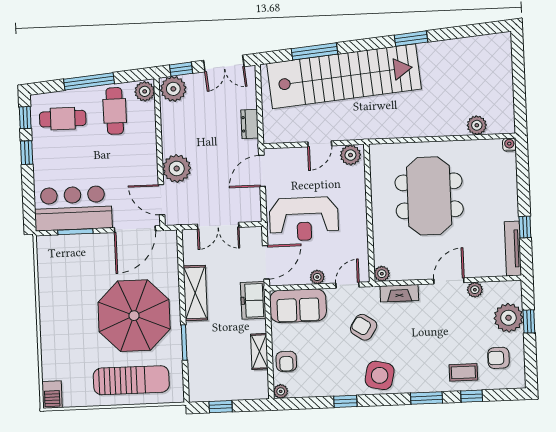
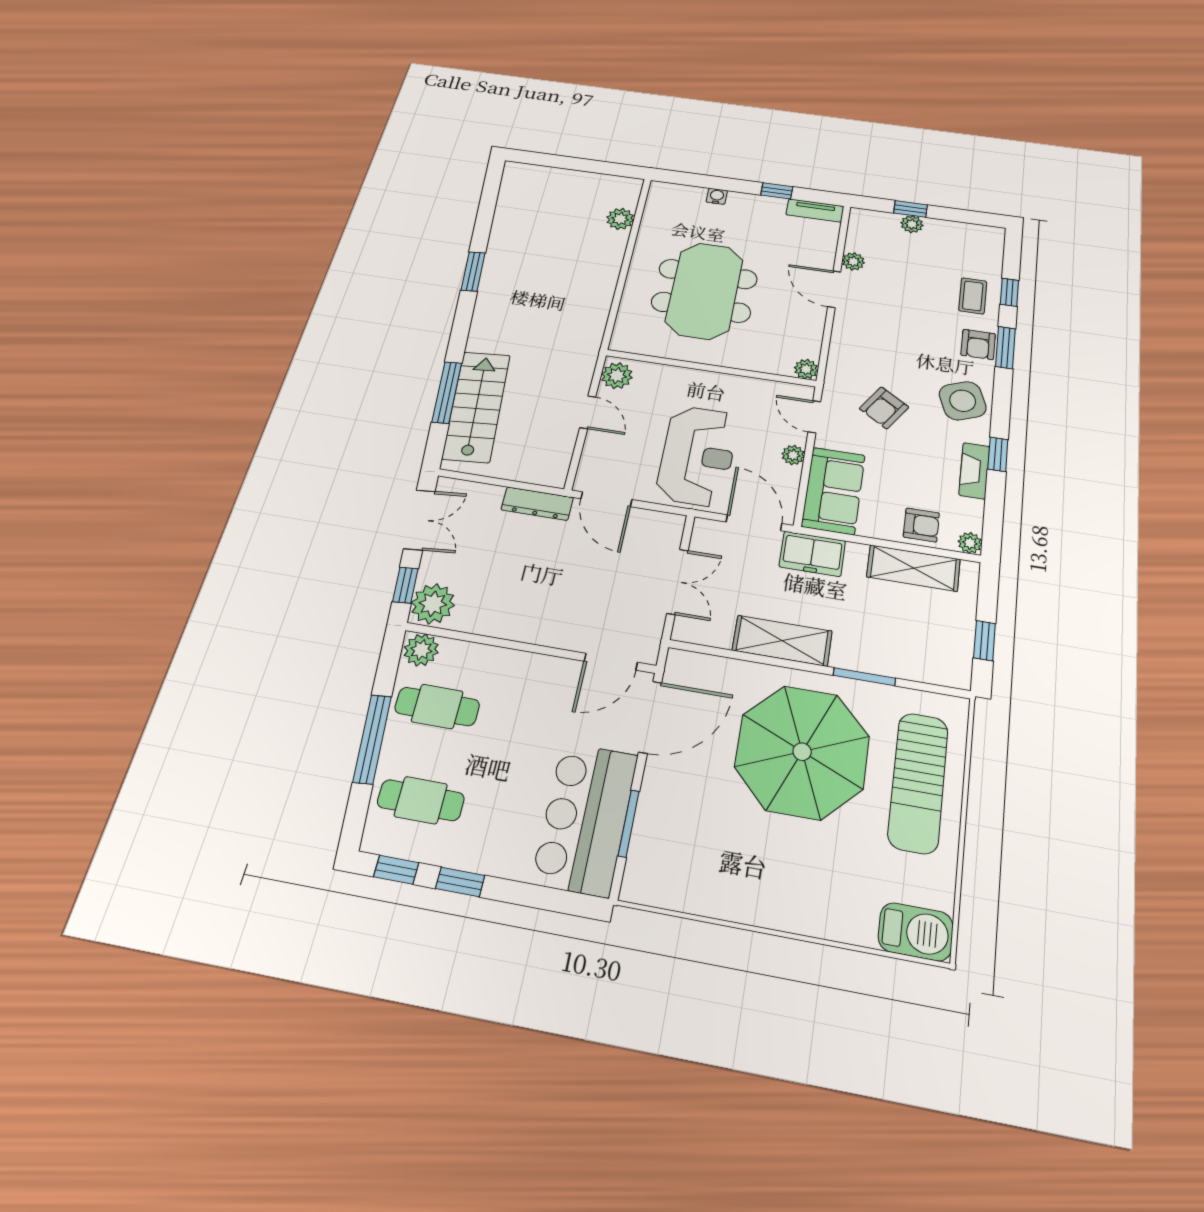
stairs: (344, 76) -> (476, 406), width x0.54, depth x0.66
cafe table: (63, 119) -> (421, 800), turned 90
dresser: (250, 124) -> (537, 504), width x1.44
water cooler: (509, 145) -> (717, 196), moved, turned 90
plant: (177, 168) -> (565, 626), removed
meeting table: (429, 196) -> (704, 291), turned 90
door: (135, 229) -> (650, 717), hinge flipped
tv unit: (513, 249) -> (815, 211), width x0.71
fireplace: (399, 293) -> (974, 471), moved, turned 180
plant: (508, 318) -> (912, 224), width x0.53, depth x0.53
shelving: (259, 352) -> (913, 568), width x1.50, depth x1.33
armchair: (499, 358) -> (978, 344), moved
side table: (380, 375) -> (963, 401), turned -33
sun lounger: (131, 380) -> (918, 782), turned 180
barbecue: (52, 395) -> (916, 932), width x1.38, depth x1.27

